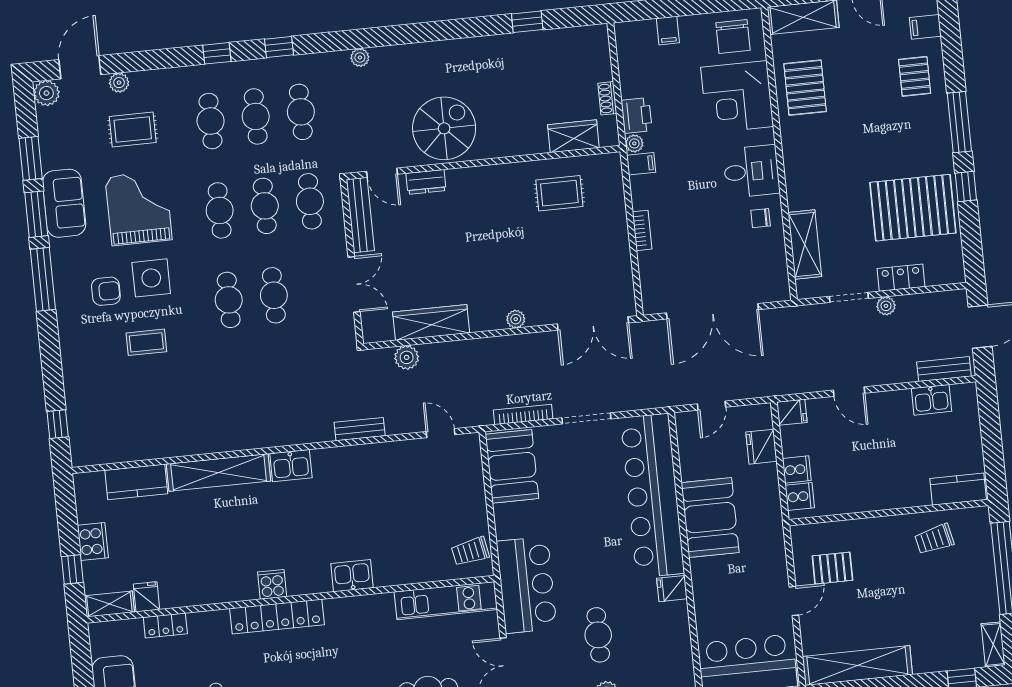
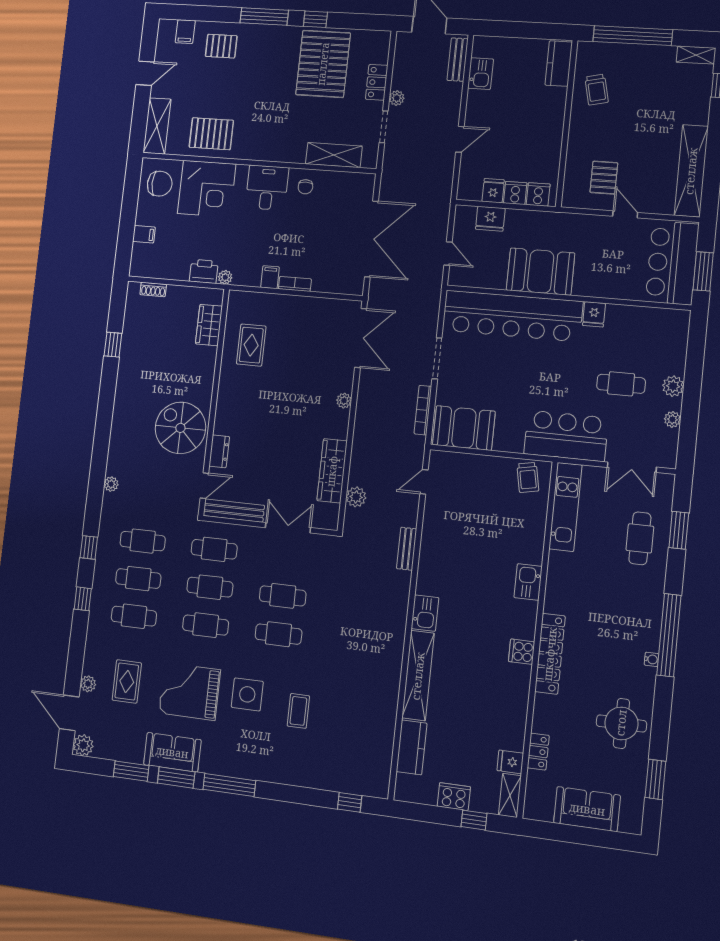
shoe rack: (607, 98) -> (153, 289), moved
filing cabinet: (641, 164) -> (270, 277), moved
armchair: (106, 291) -> (250, 735), removed
fridge: (792, 412) -> (493, 191), moved

